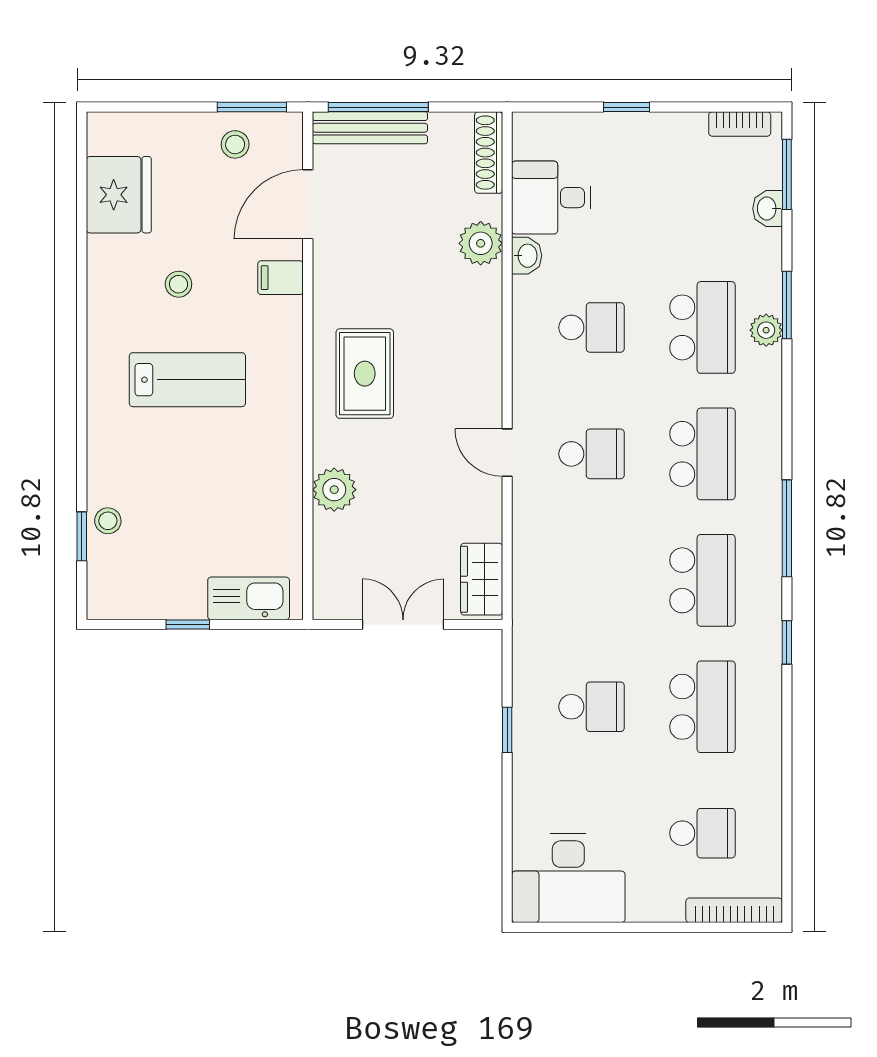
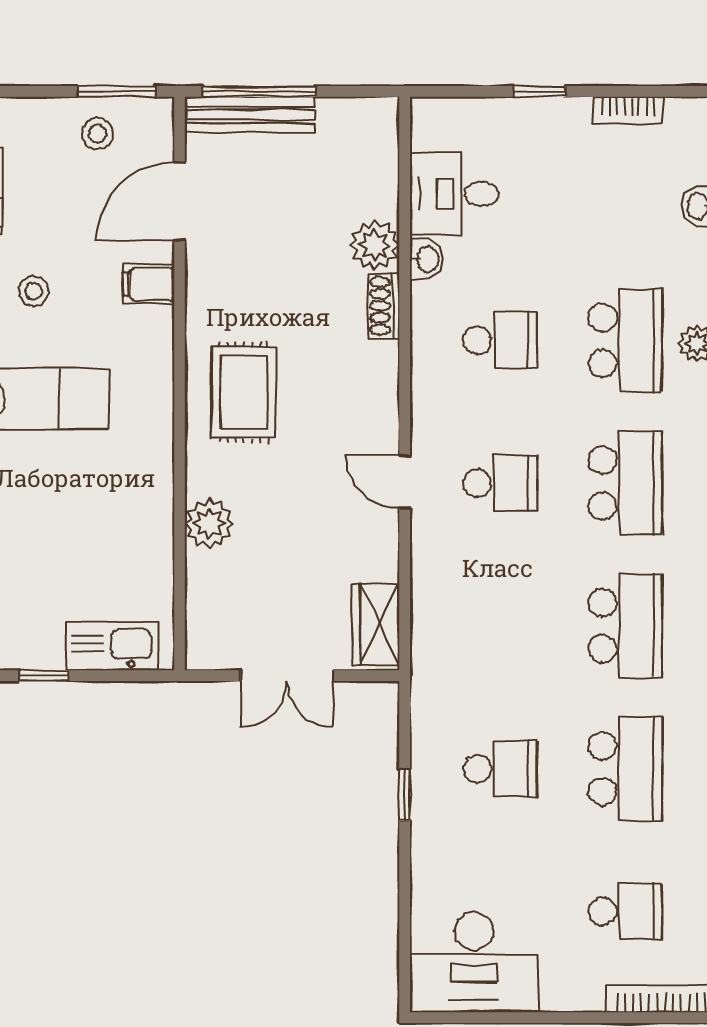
bookcase: (740, 124) -> (628, 110), moved
shoe rack: (489, 153) -> (384, 306), moved, width x0.70
double door: (403, 624) -> (287, 676), swing flipped

